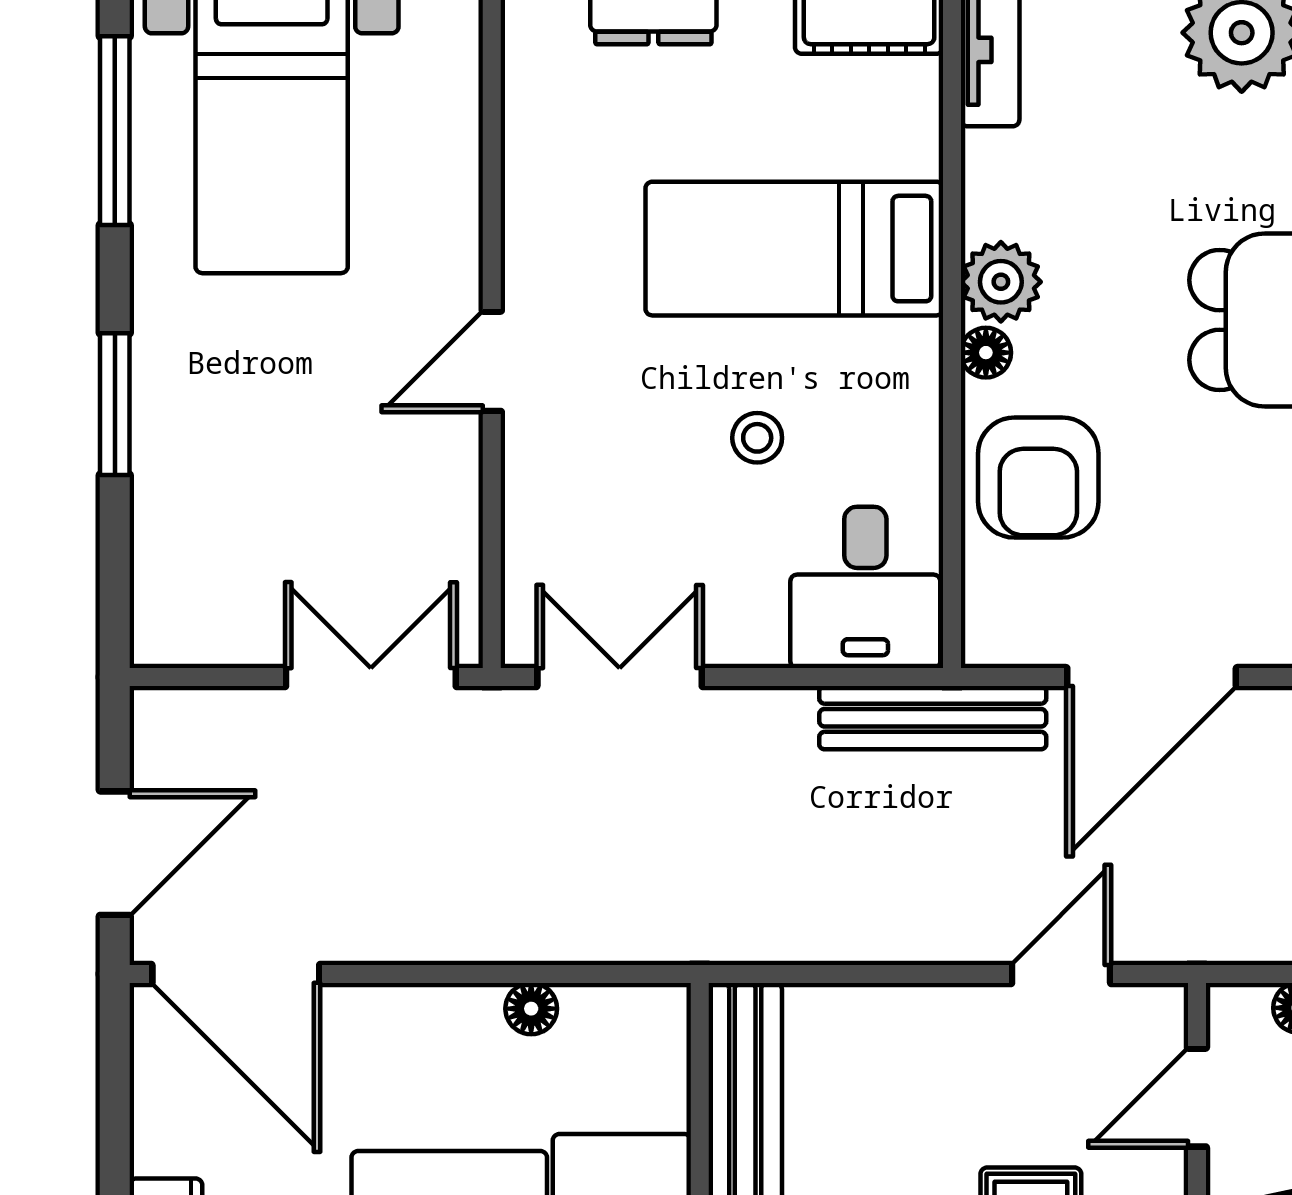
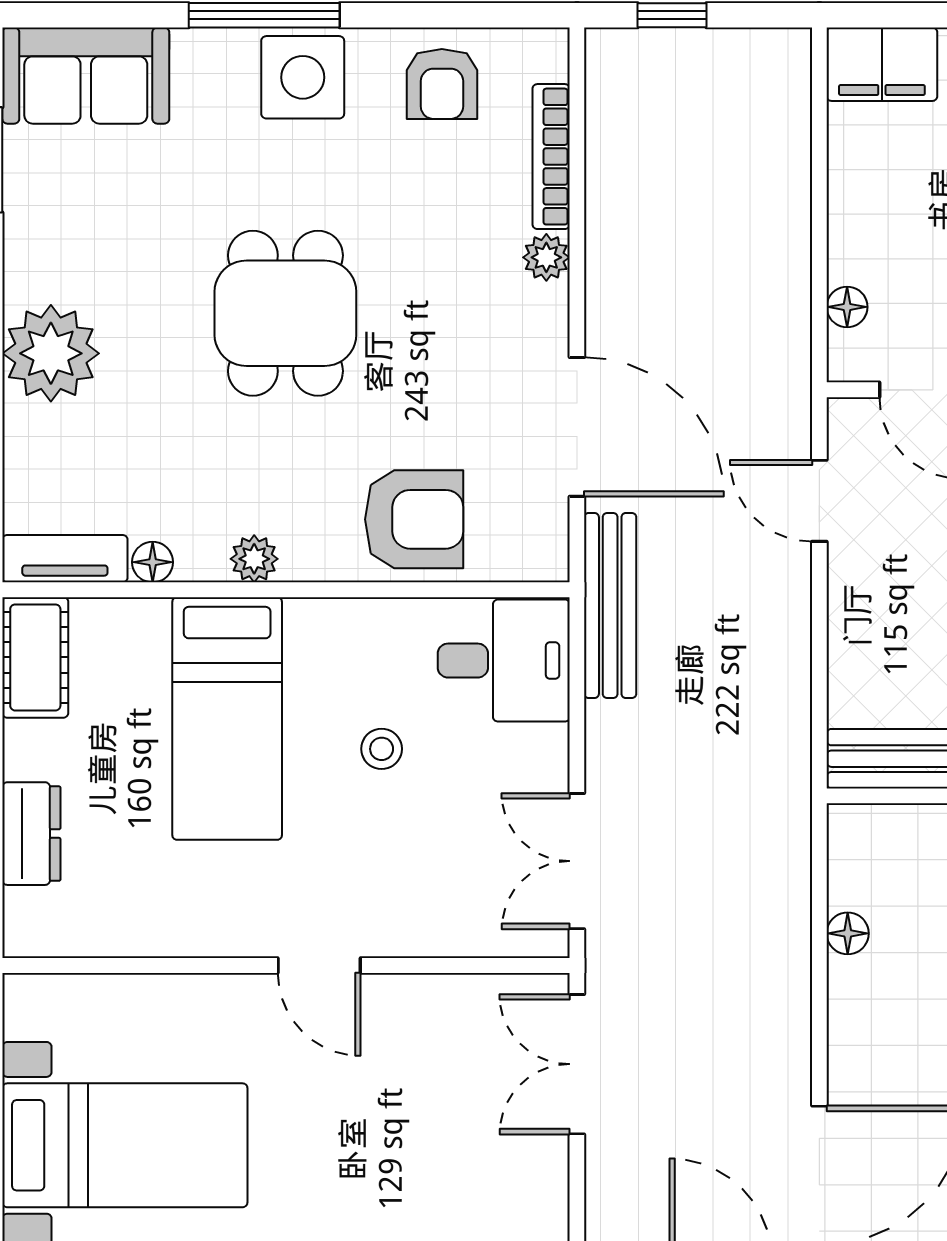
plant: (1001, 282) -> (254, 559), width x0.73, depth x0.73
floor lamp: (986, 353) -> (153, 562), moved

